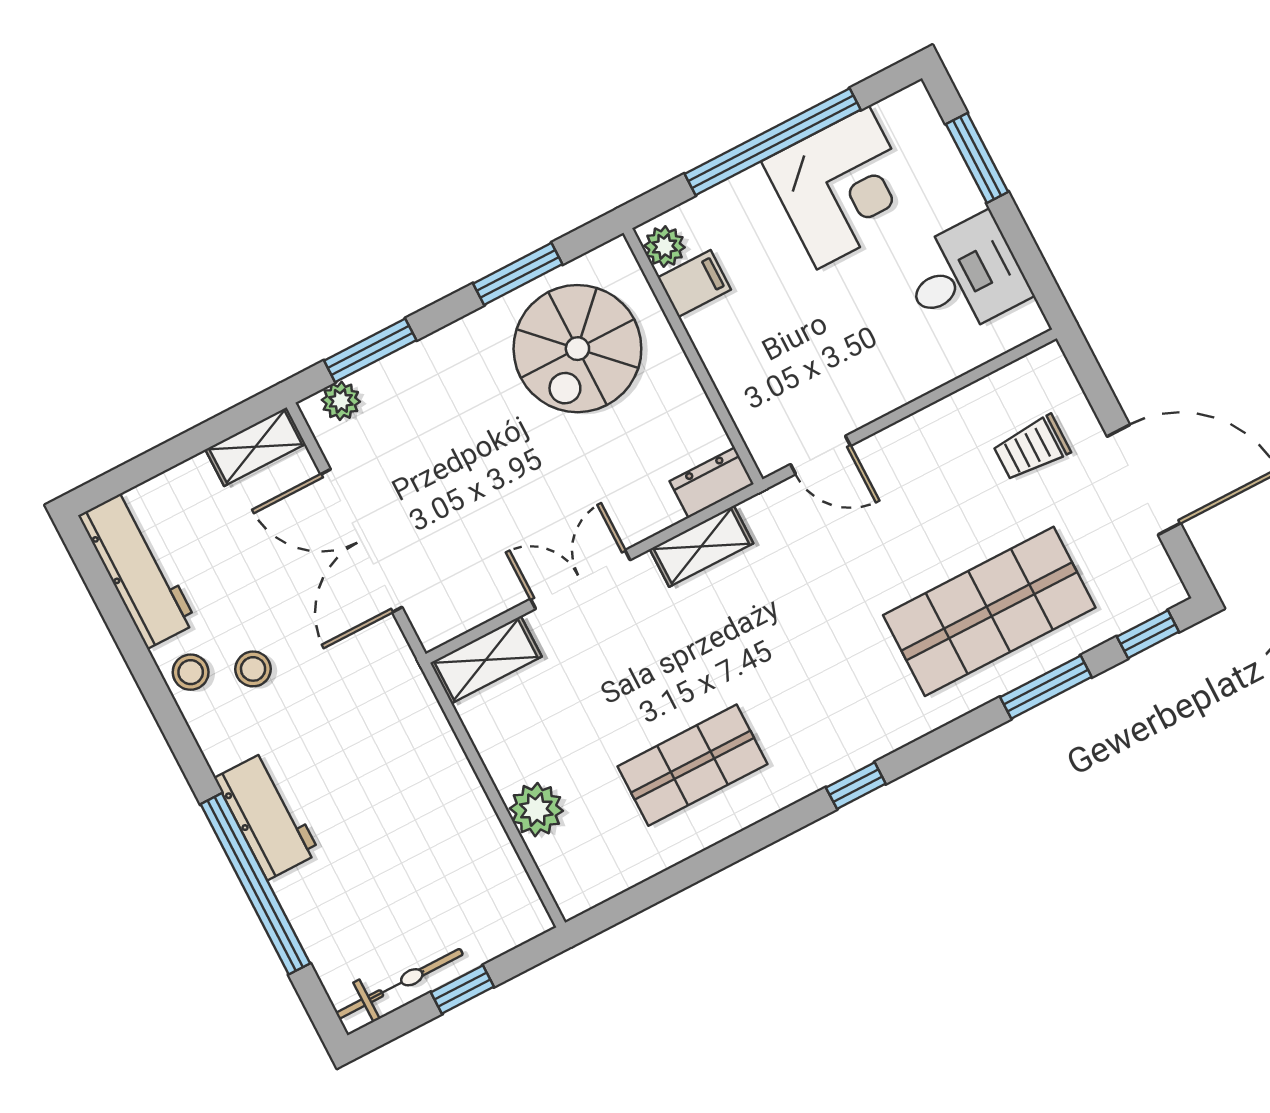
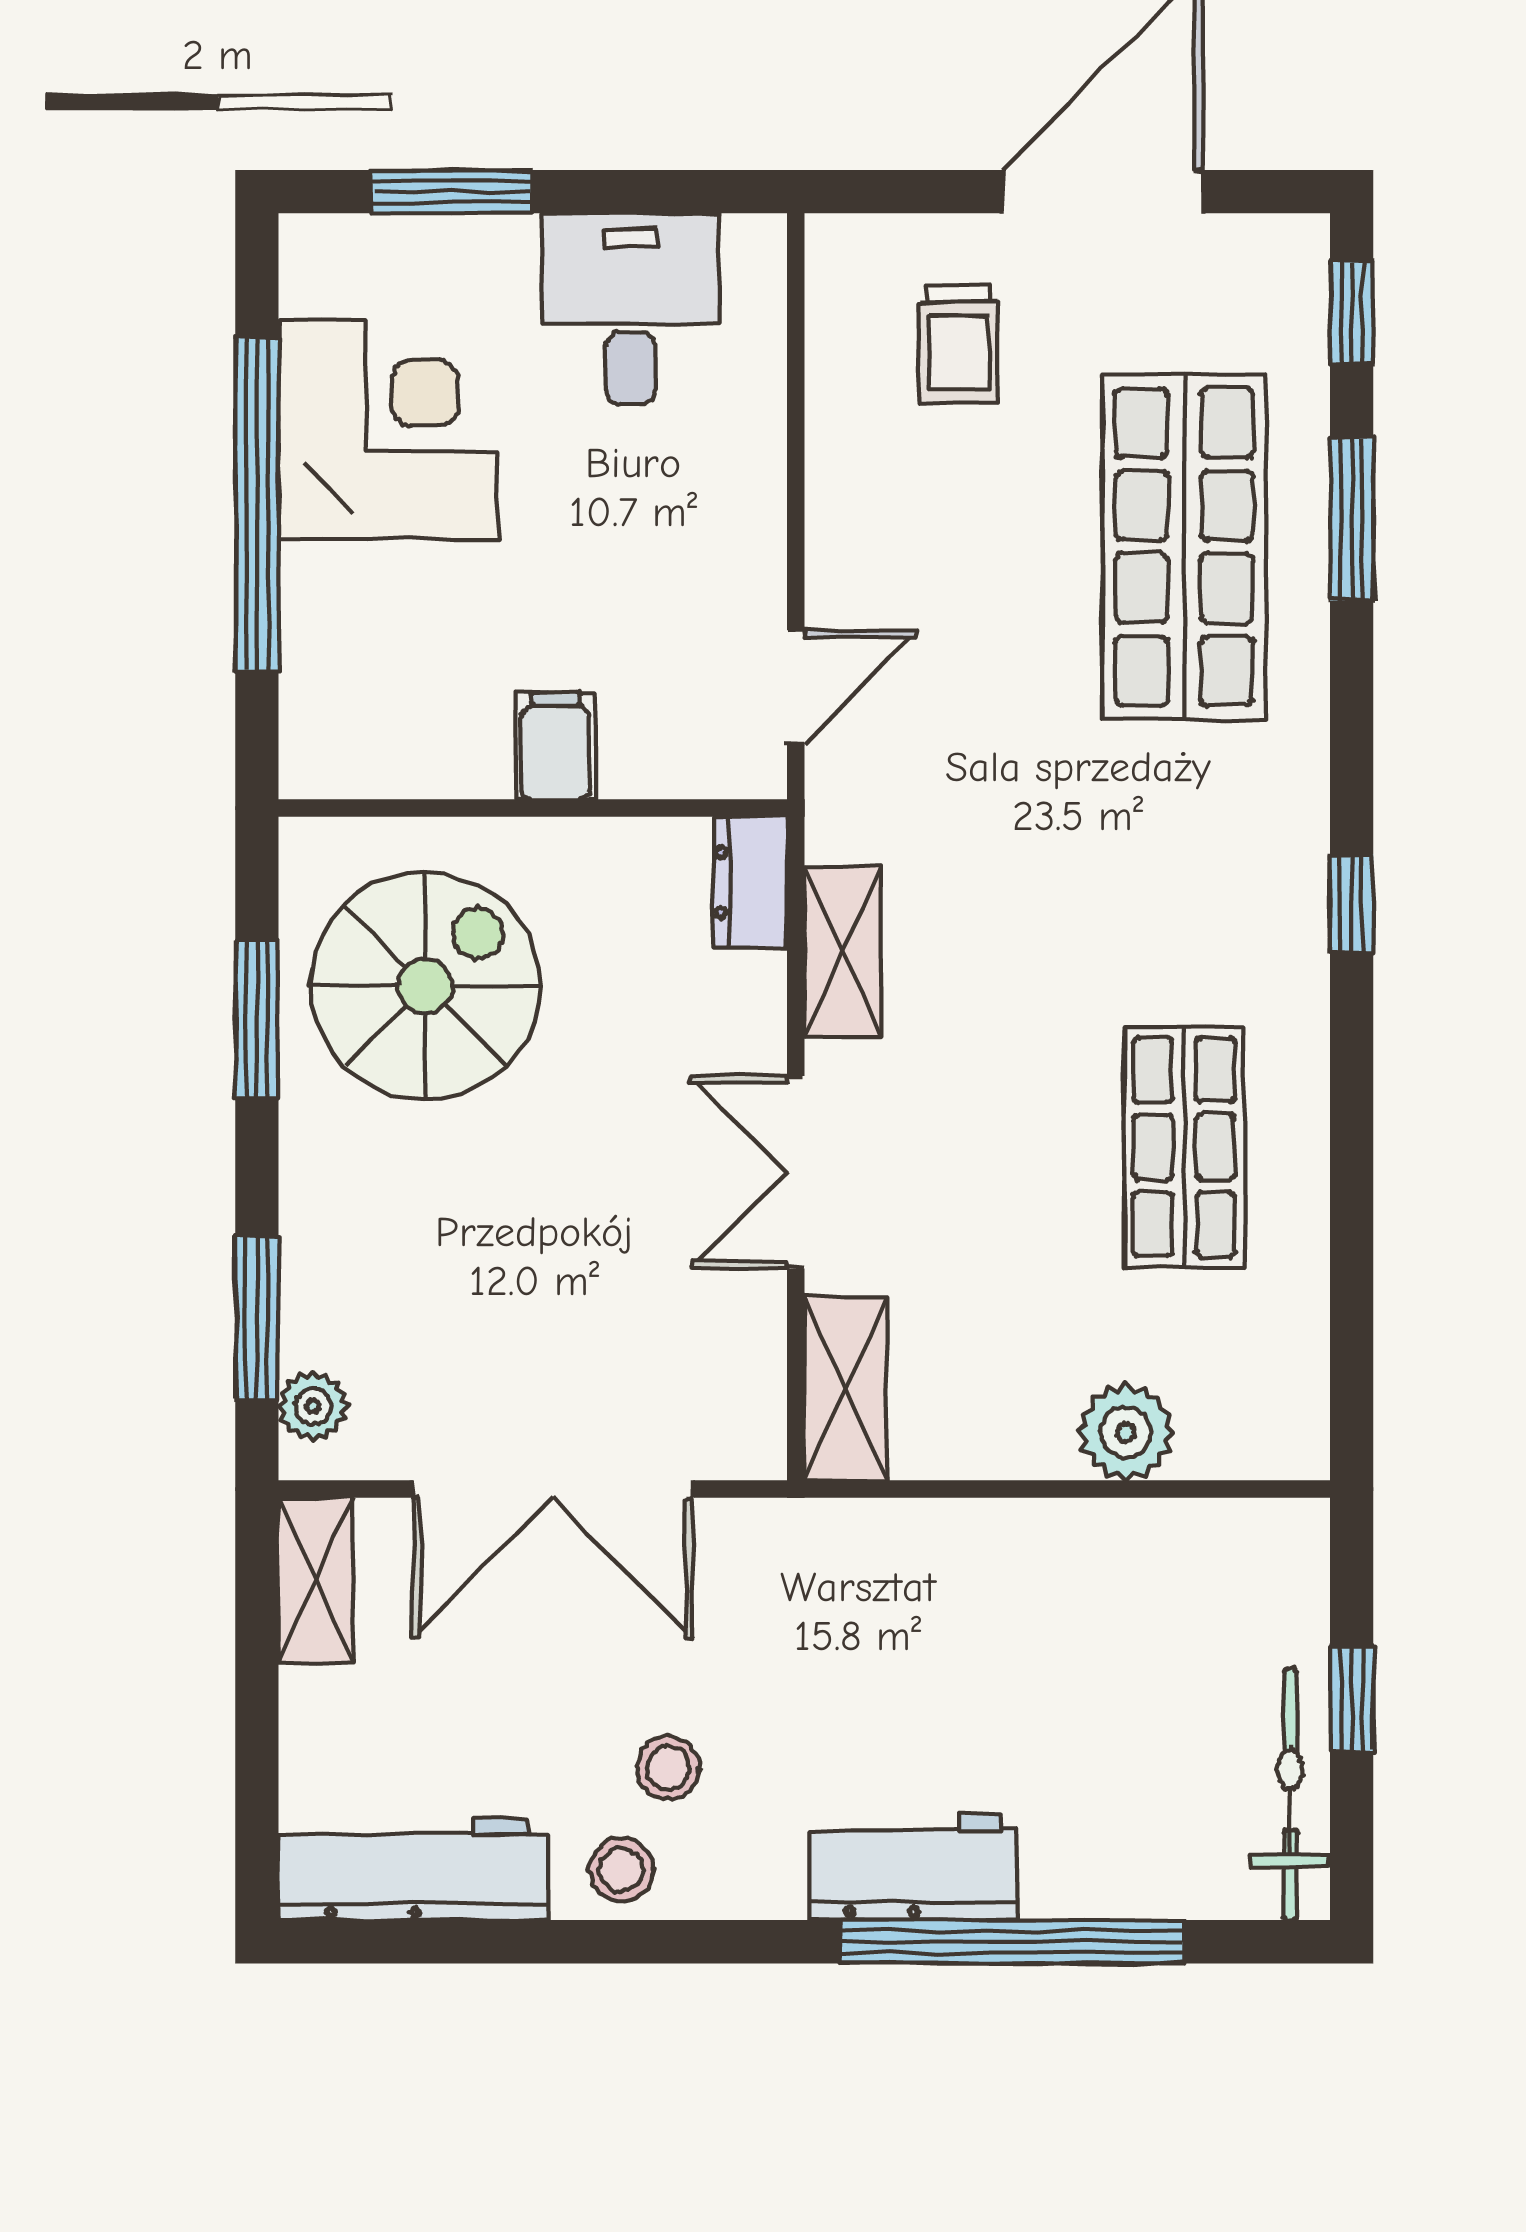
plant: (665, 247) -> (334, 763), removed
filing cabinet: (694, 283) -> (556, 746), moved
spiral stairs: (577, 349) -> (425, 986), turned -90

